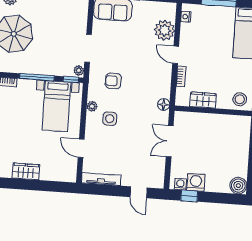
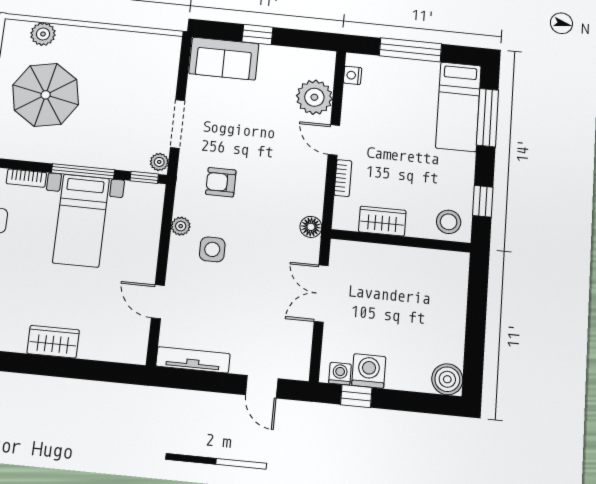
bed with nightstands: (56, 106) -> (81, 221), moved

